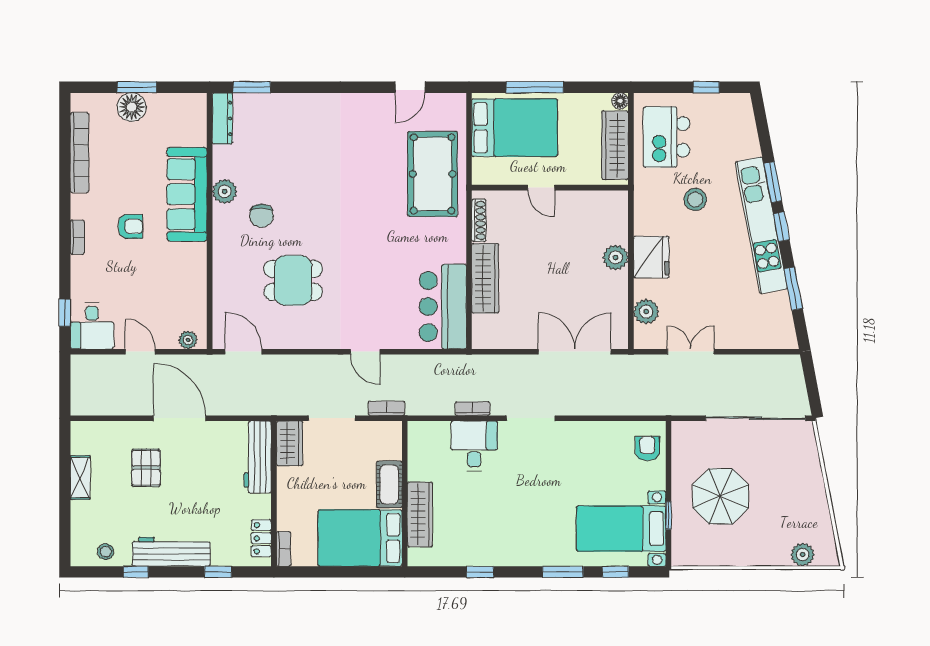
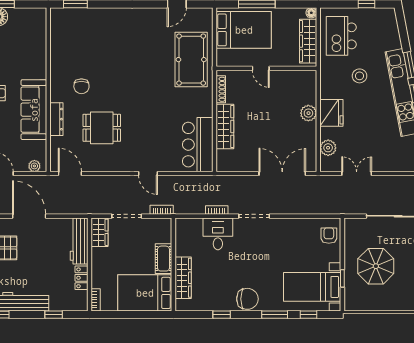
dresser: (222, 118) -> (56, 119), moved
plant: (225, 191) -> (58, 71), removed
sofa: (187, 194) -> (34, 110), moved
locker: (261, 538) -> (81, 278), moved
chair: (520, 547) -> (247, 299), added

